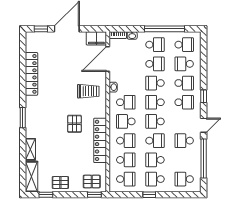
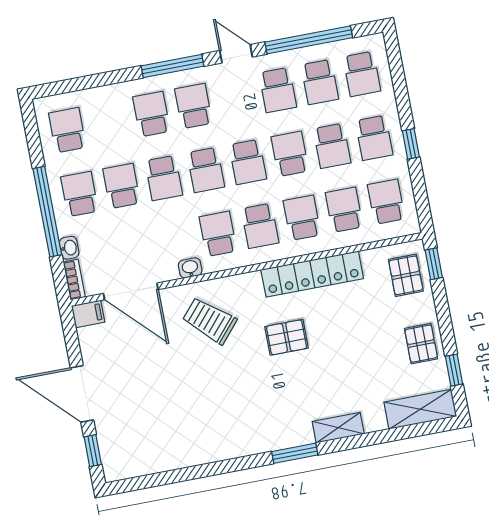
window: (165, 29) -> (47, 212), moved
filing cabinet: (96, 38) -> (88, 314), width x0.50
school desk: (184, 64) -> (320, 82), moved
locker: (31, 74) -> (195, 452), removed
trolley: (88, 91) -> (209, 321), turned -49
window: (204, 96) -> (172, 66), width x2.17
shelving: (30, 149) -> (338, 428), moved

